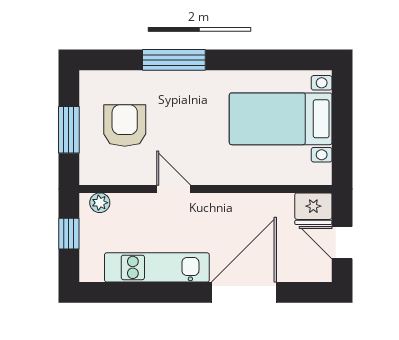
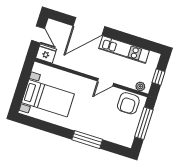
armchair: (125, 125) -> (128, 103), moved
window: (69, 130) -> (144, 123), width x1.44
door: (174, 189) -> (106, 82), hinge flipped

